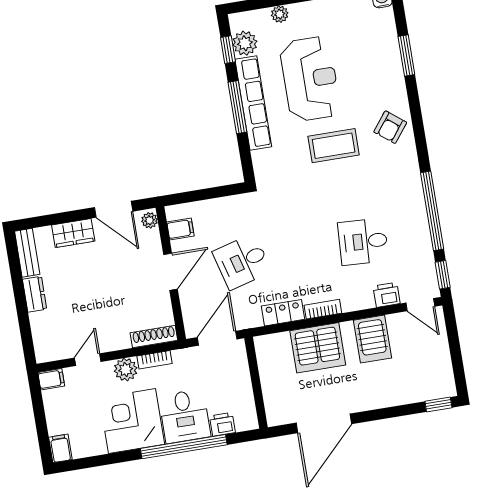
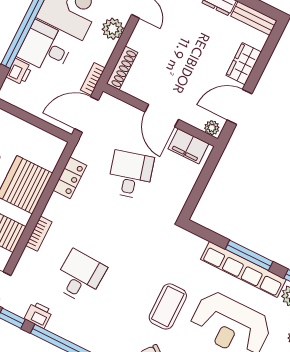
filing cabinet: (180, 229) -> (188, 146), width x2.00
printer: (387, 295) -> (38, 315), moved, turned -90
bookcase: (323, 309) -> (39, 234), moved
door: (217, 338) -> (86, 114), swing flipped
bookcase: (154, 360) -> (93, 79), moved

